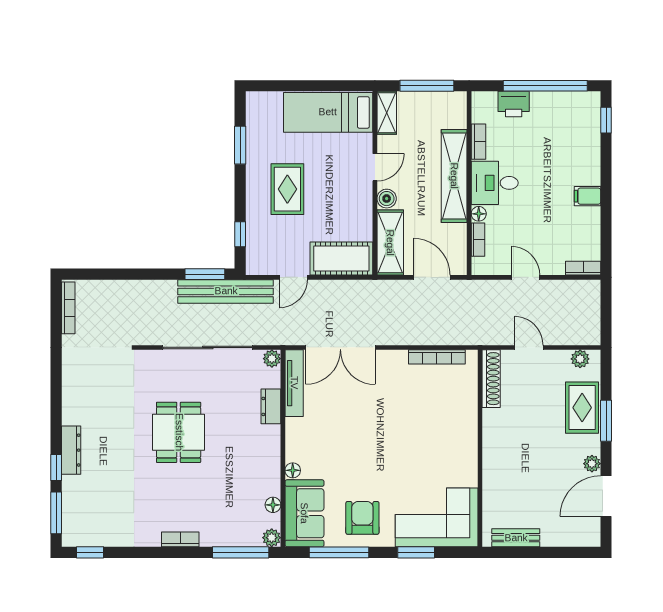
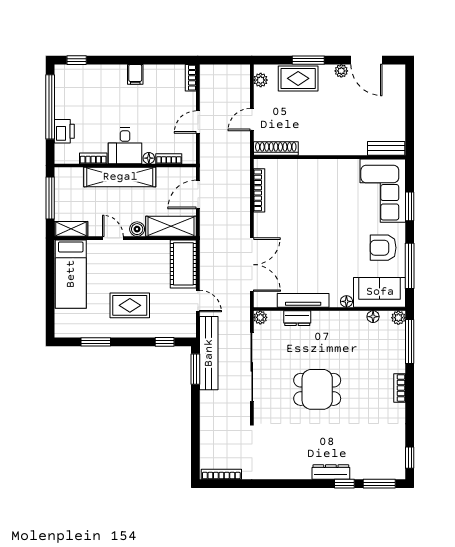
tv unit: (294, 383) -> (303, 300), moved
bench: (516, 538) -> (386, 148), moved, turned 90

